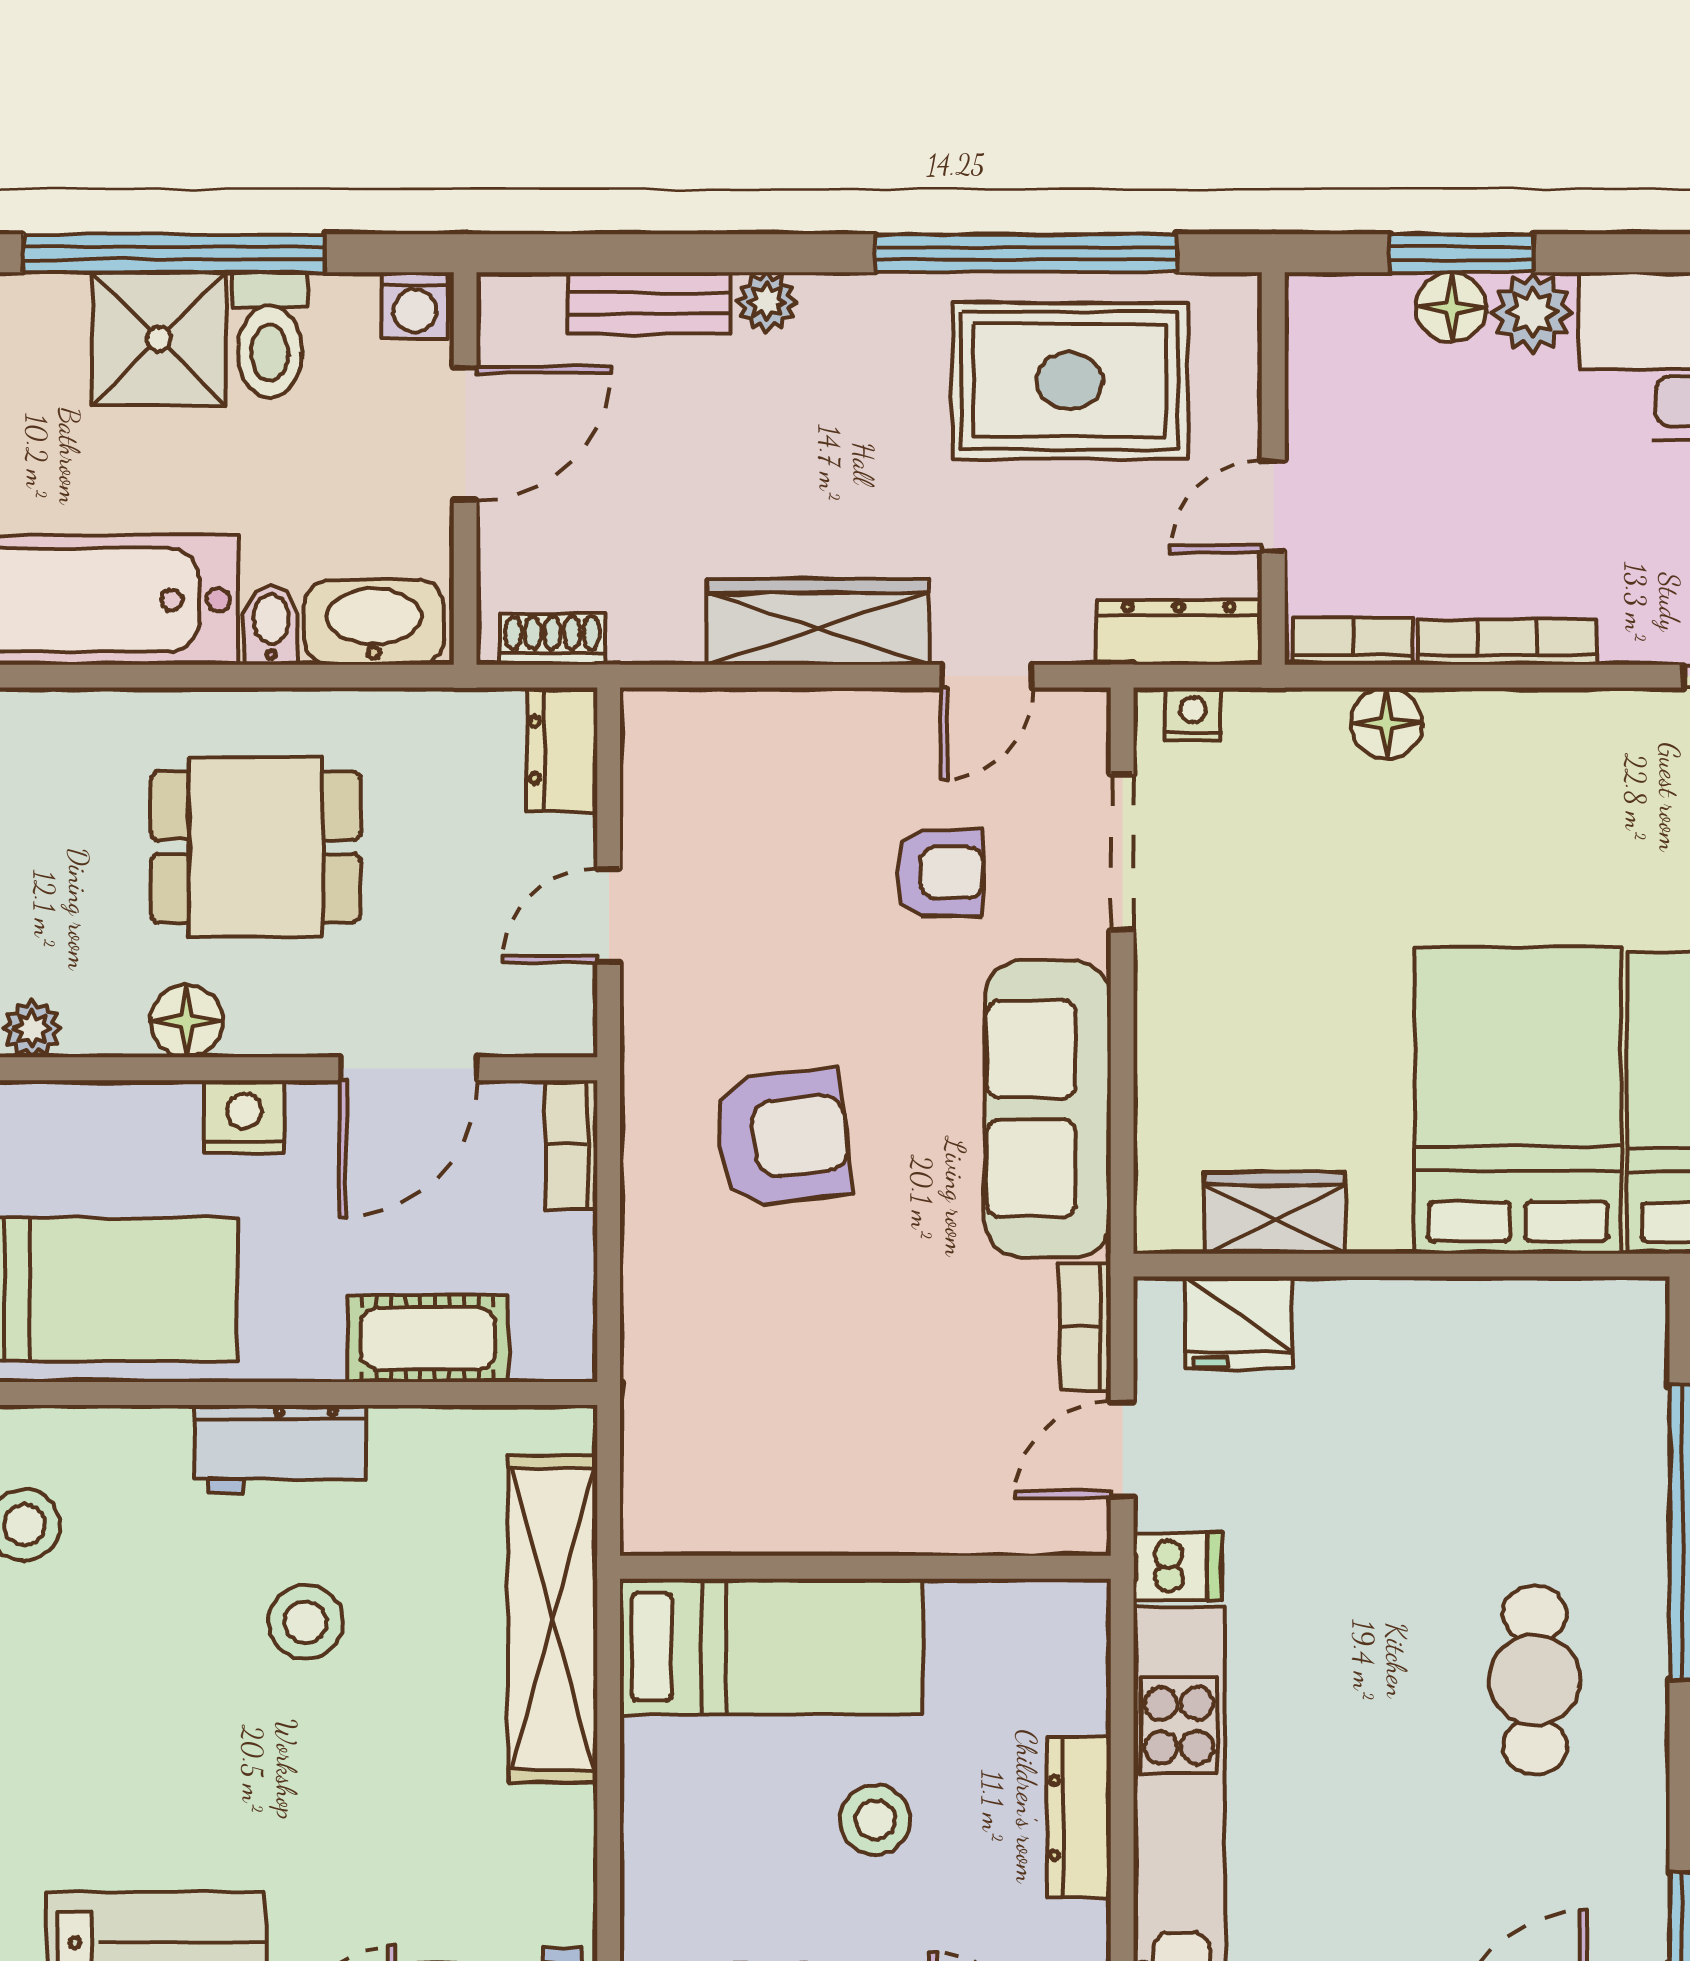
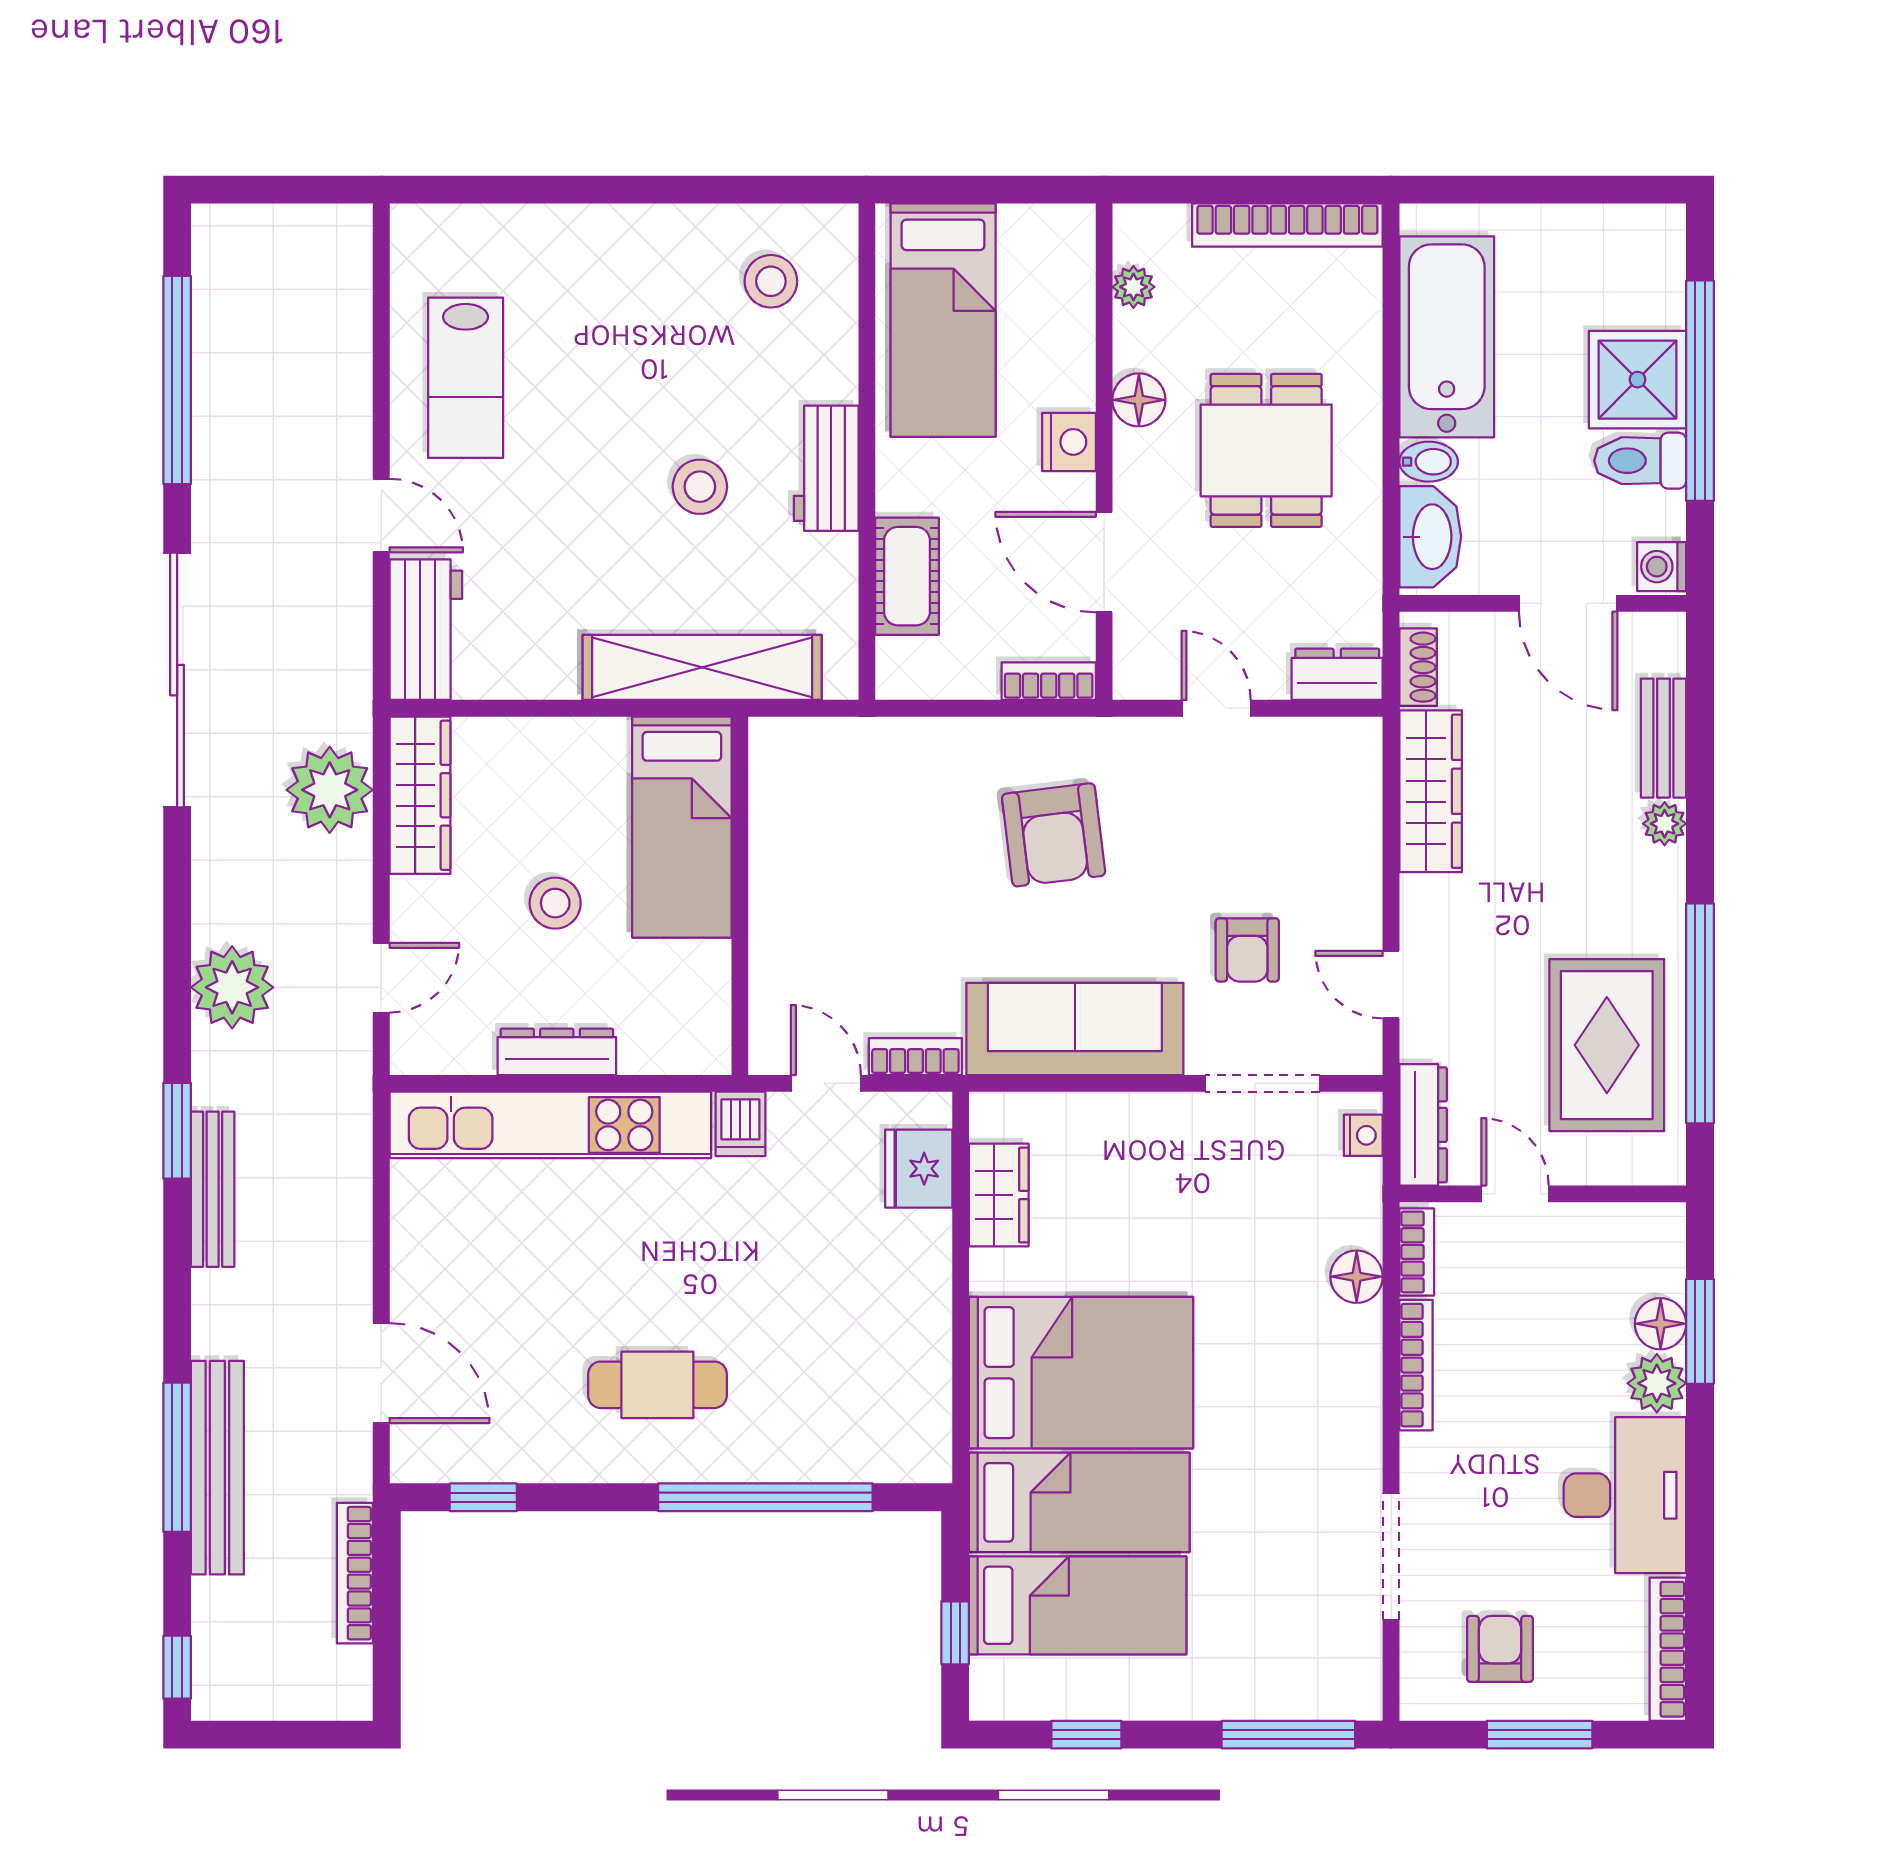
wardrobe: (818, 622) -> (1431, 791), moved

